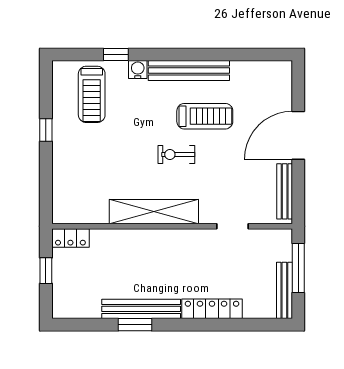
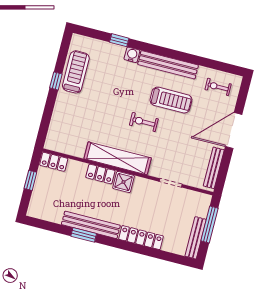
exercise bike: (263, 83) -> (218, 87), added
treadmill: (92, 94) -> (76, 72), moved, turned 180
locker: (136, 238) -> (100, 174), added
shower: (170, 241) -> (124, 182), added

